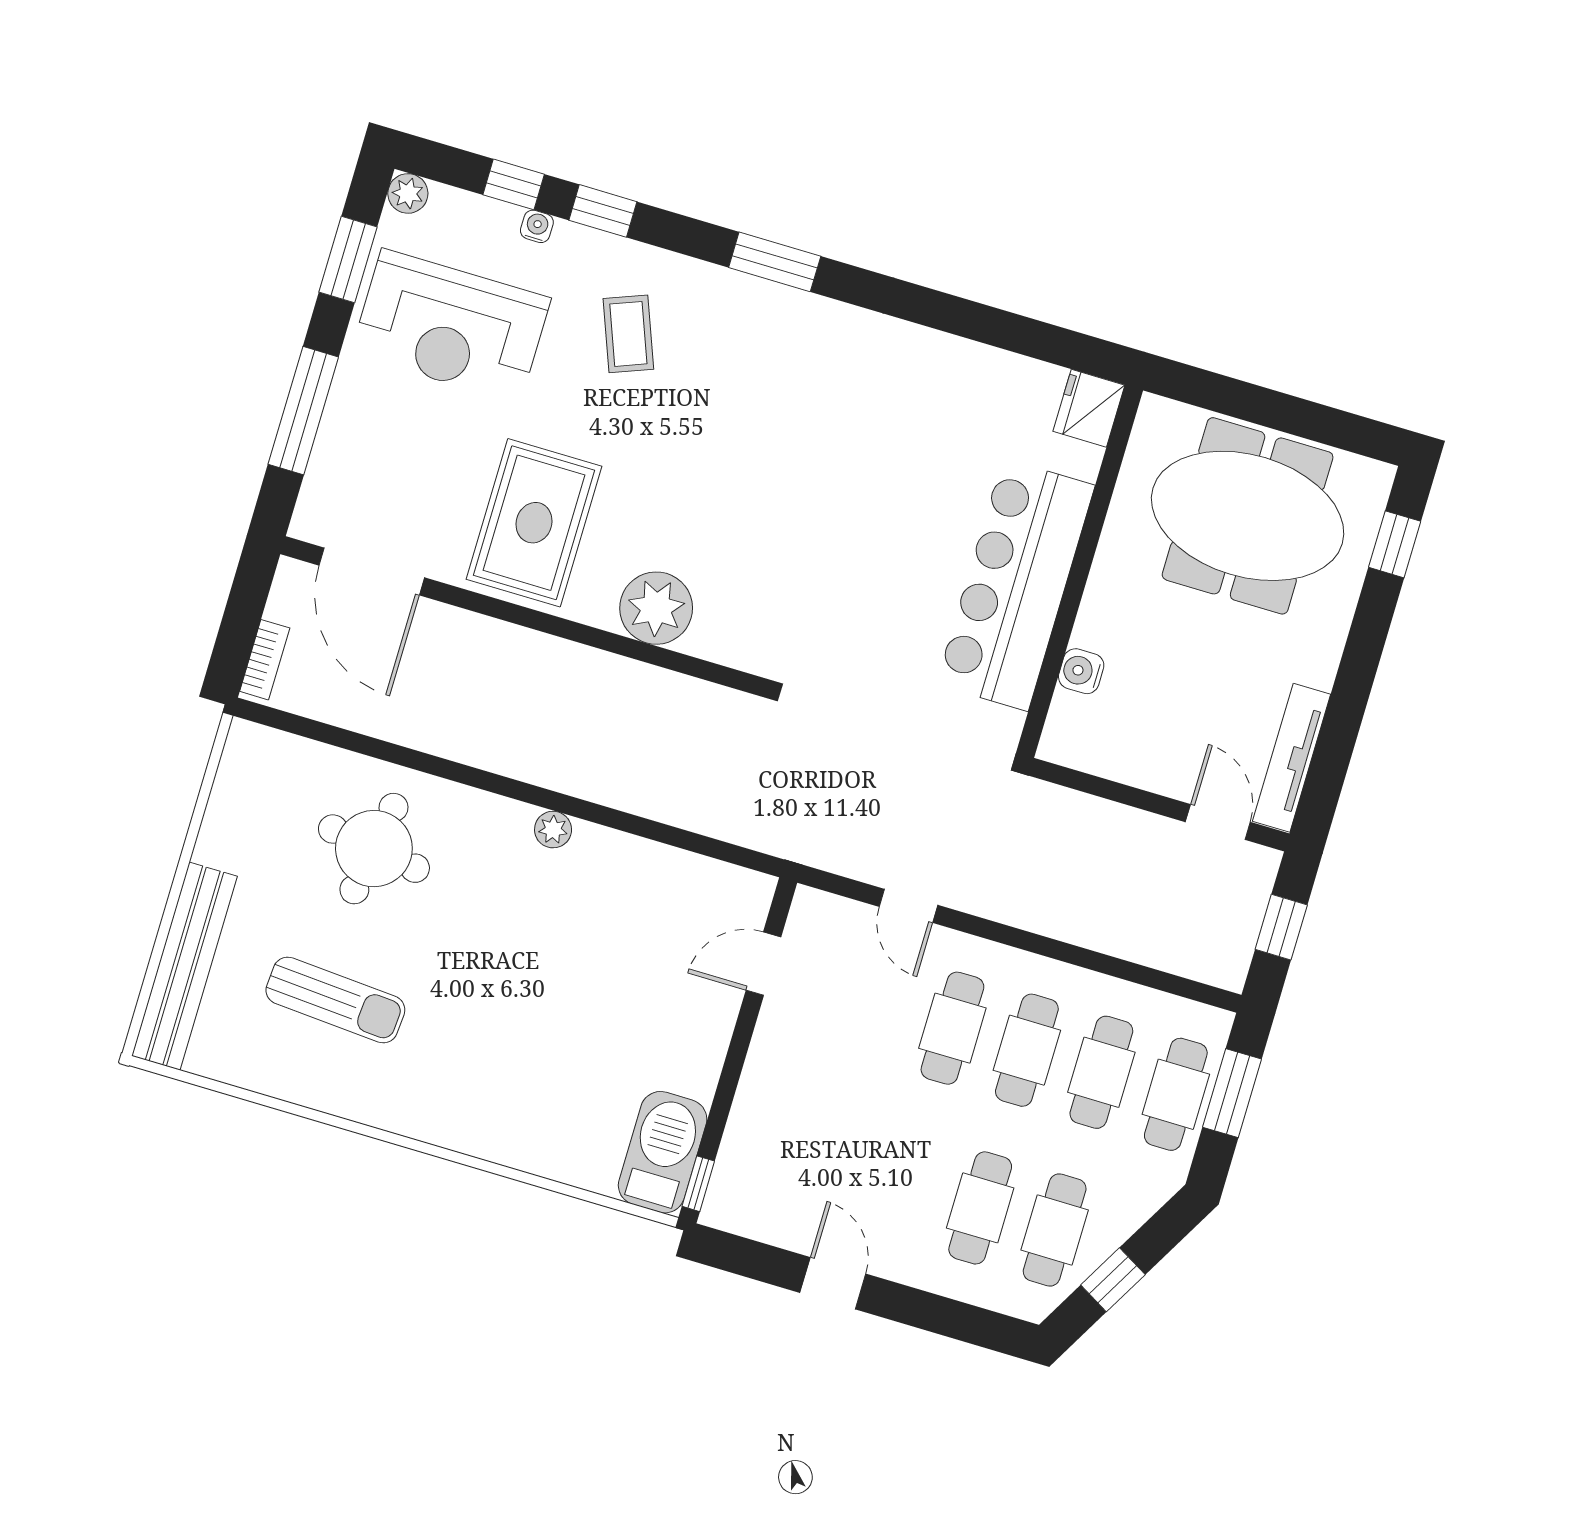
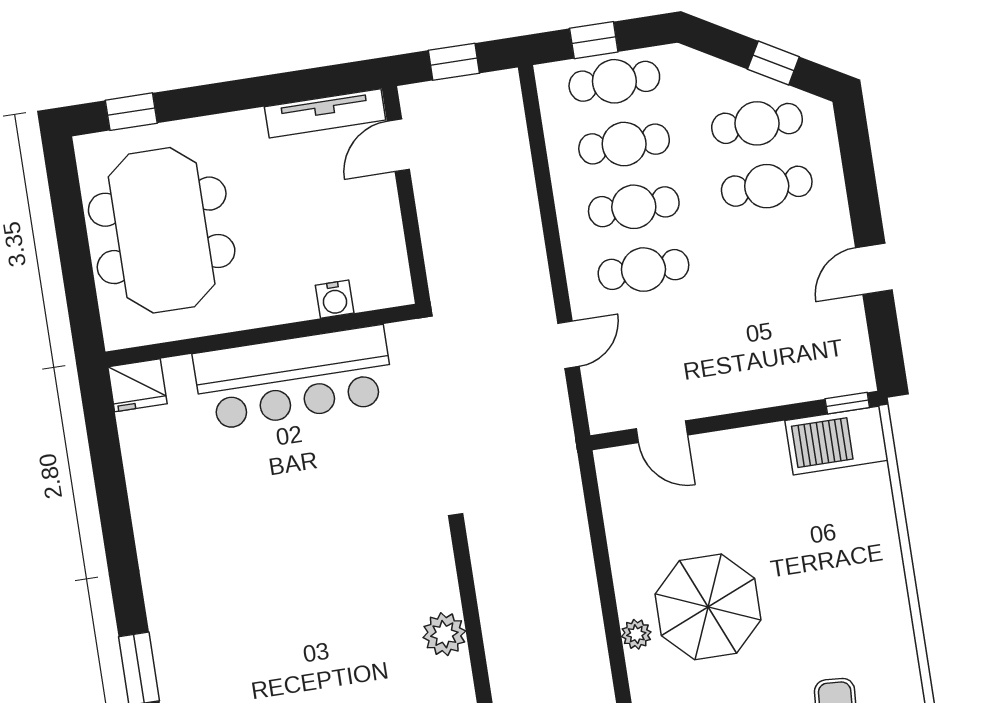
plant: (656, 608) -> (444, 634), width x0.73, depth x0.73
parasol: (546, 923) -> (708, 607), added
window: (1232, 1093) -> (594, 40), width x0.67

